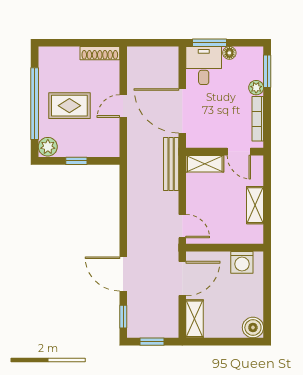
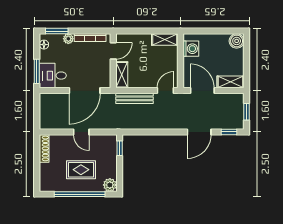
floor lamp: (229, 53) -> (44, 45), moved
rug: (69, 106) -> (81, 170), turned 90
window: (76, 161) -> (120, 148), moved
bench: (171, 164) -> (135, 98), moved
shelving: (255, 205) -> (165, 40), moved

